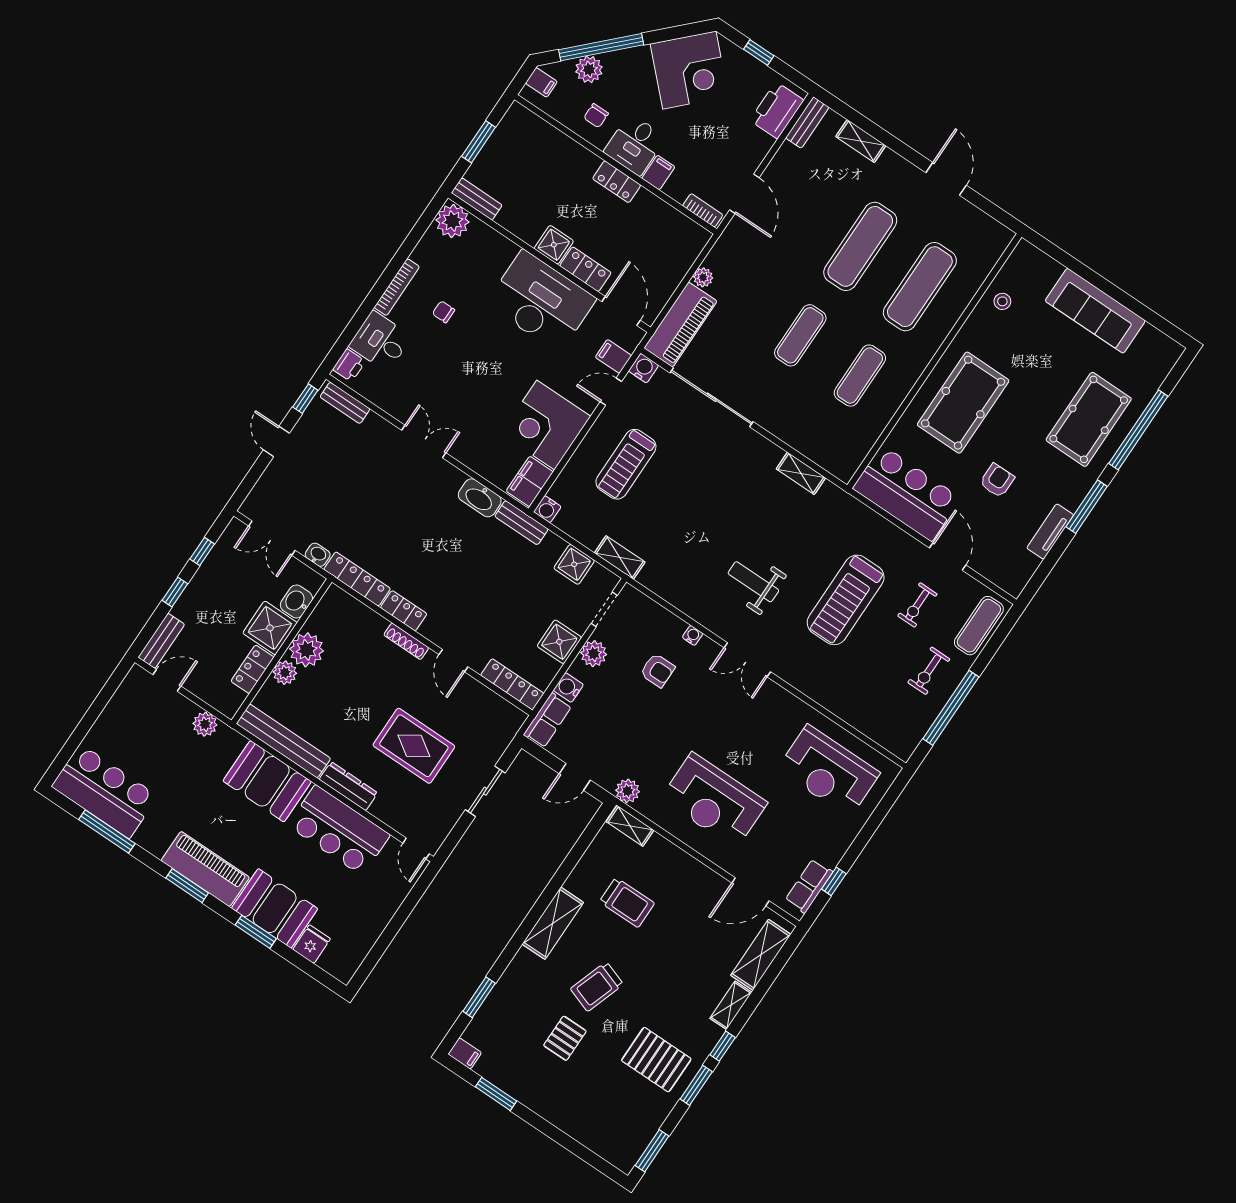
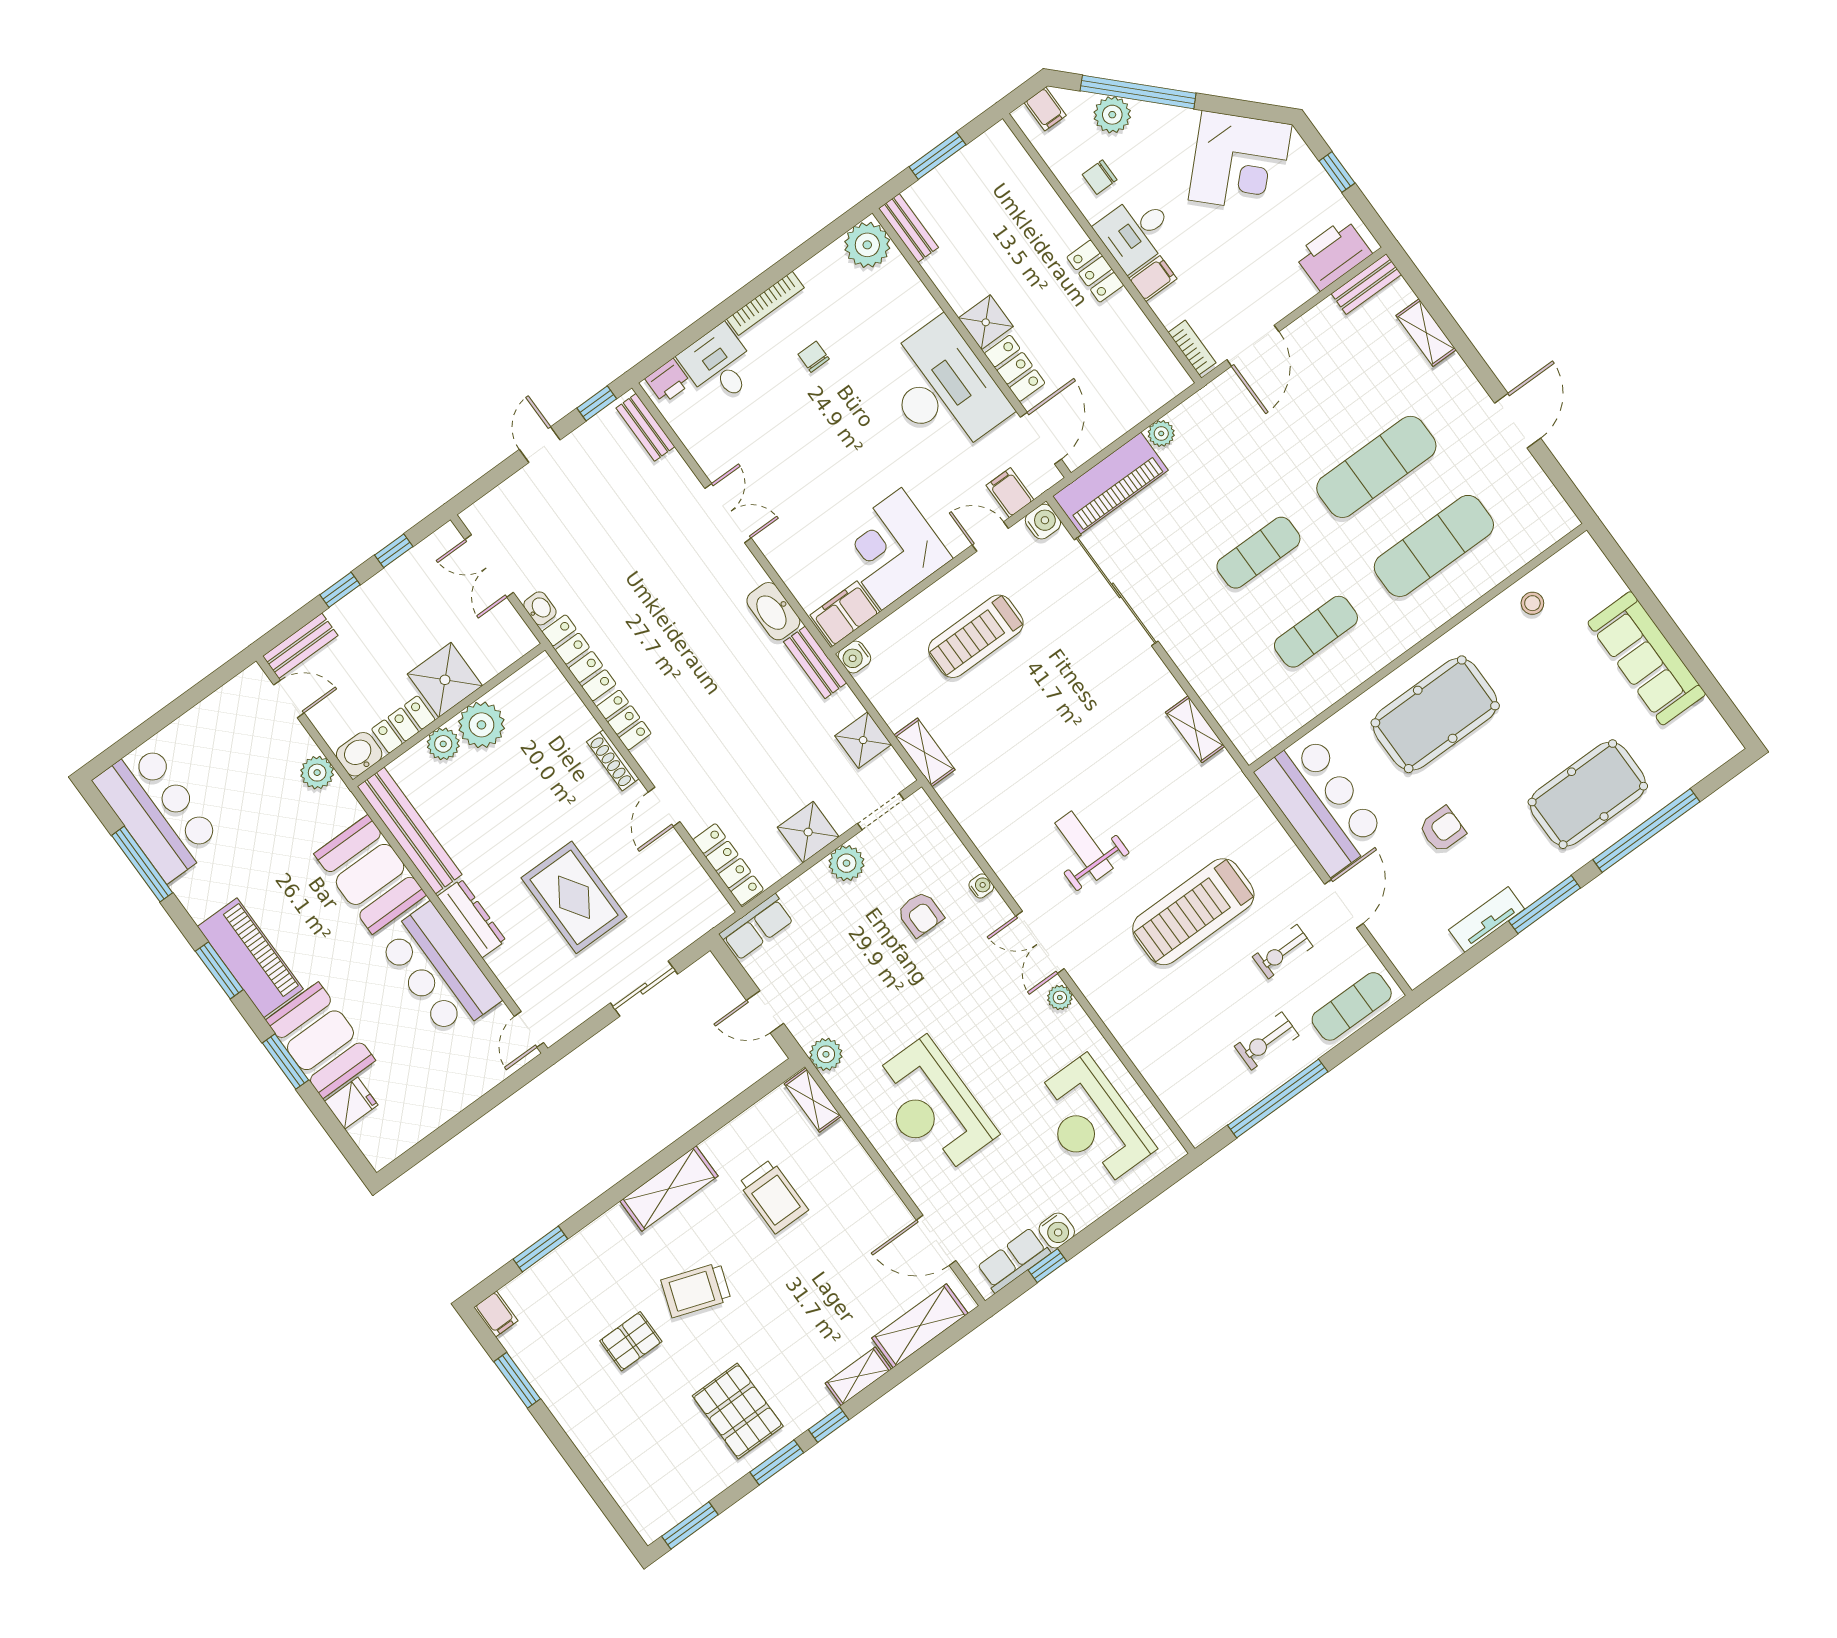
washbasin: (296, 601) -> (359, 754), moved
water cooler: (568, 688) -> (1057, 1230), moved, turned 180
plant: (775, 693) -> (1060, 997), added

